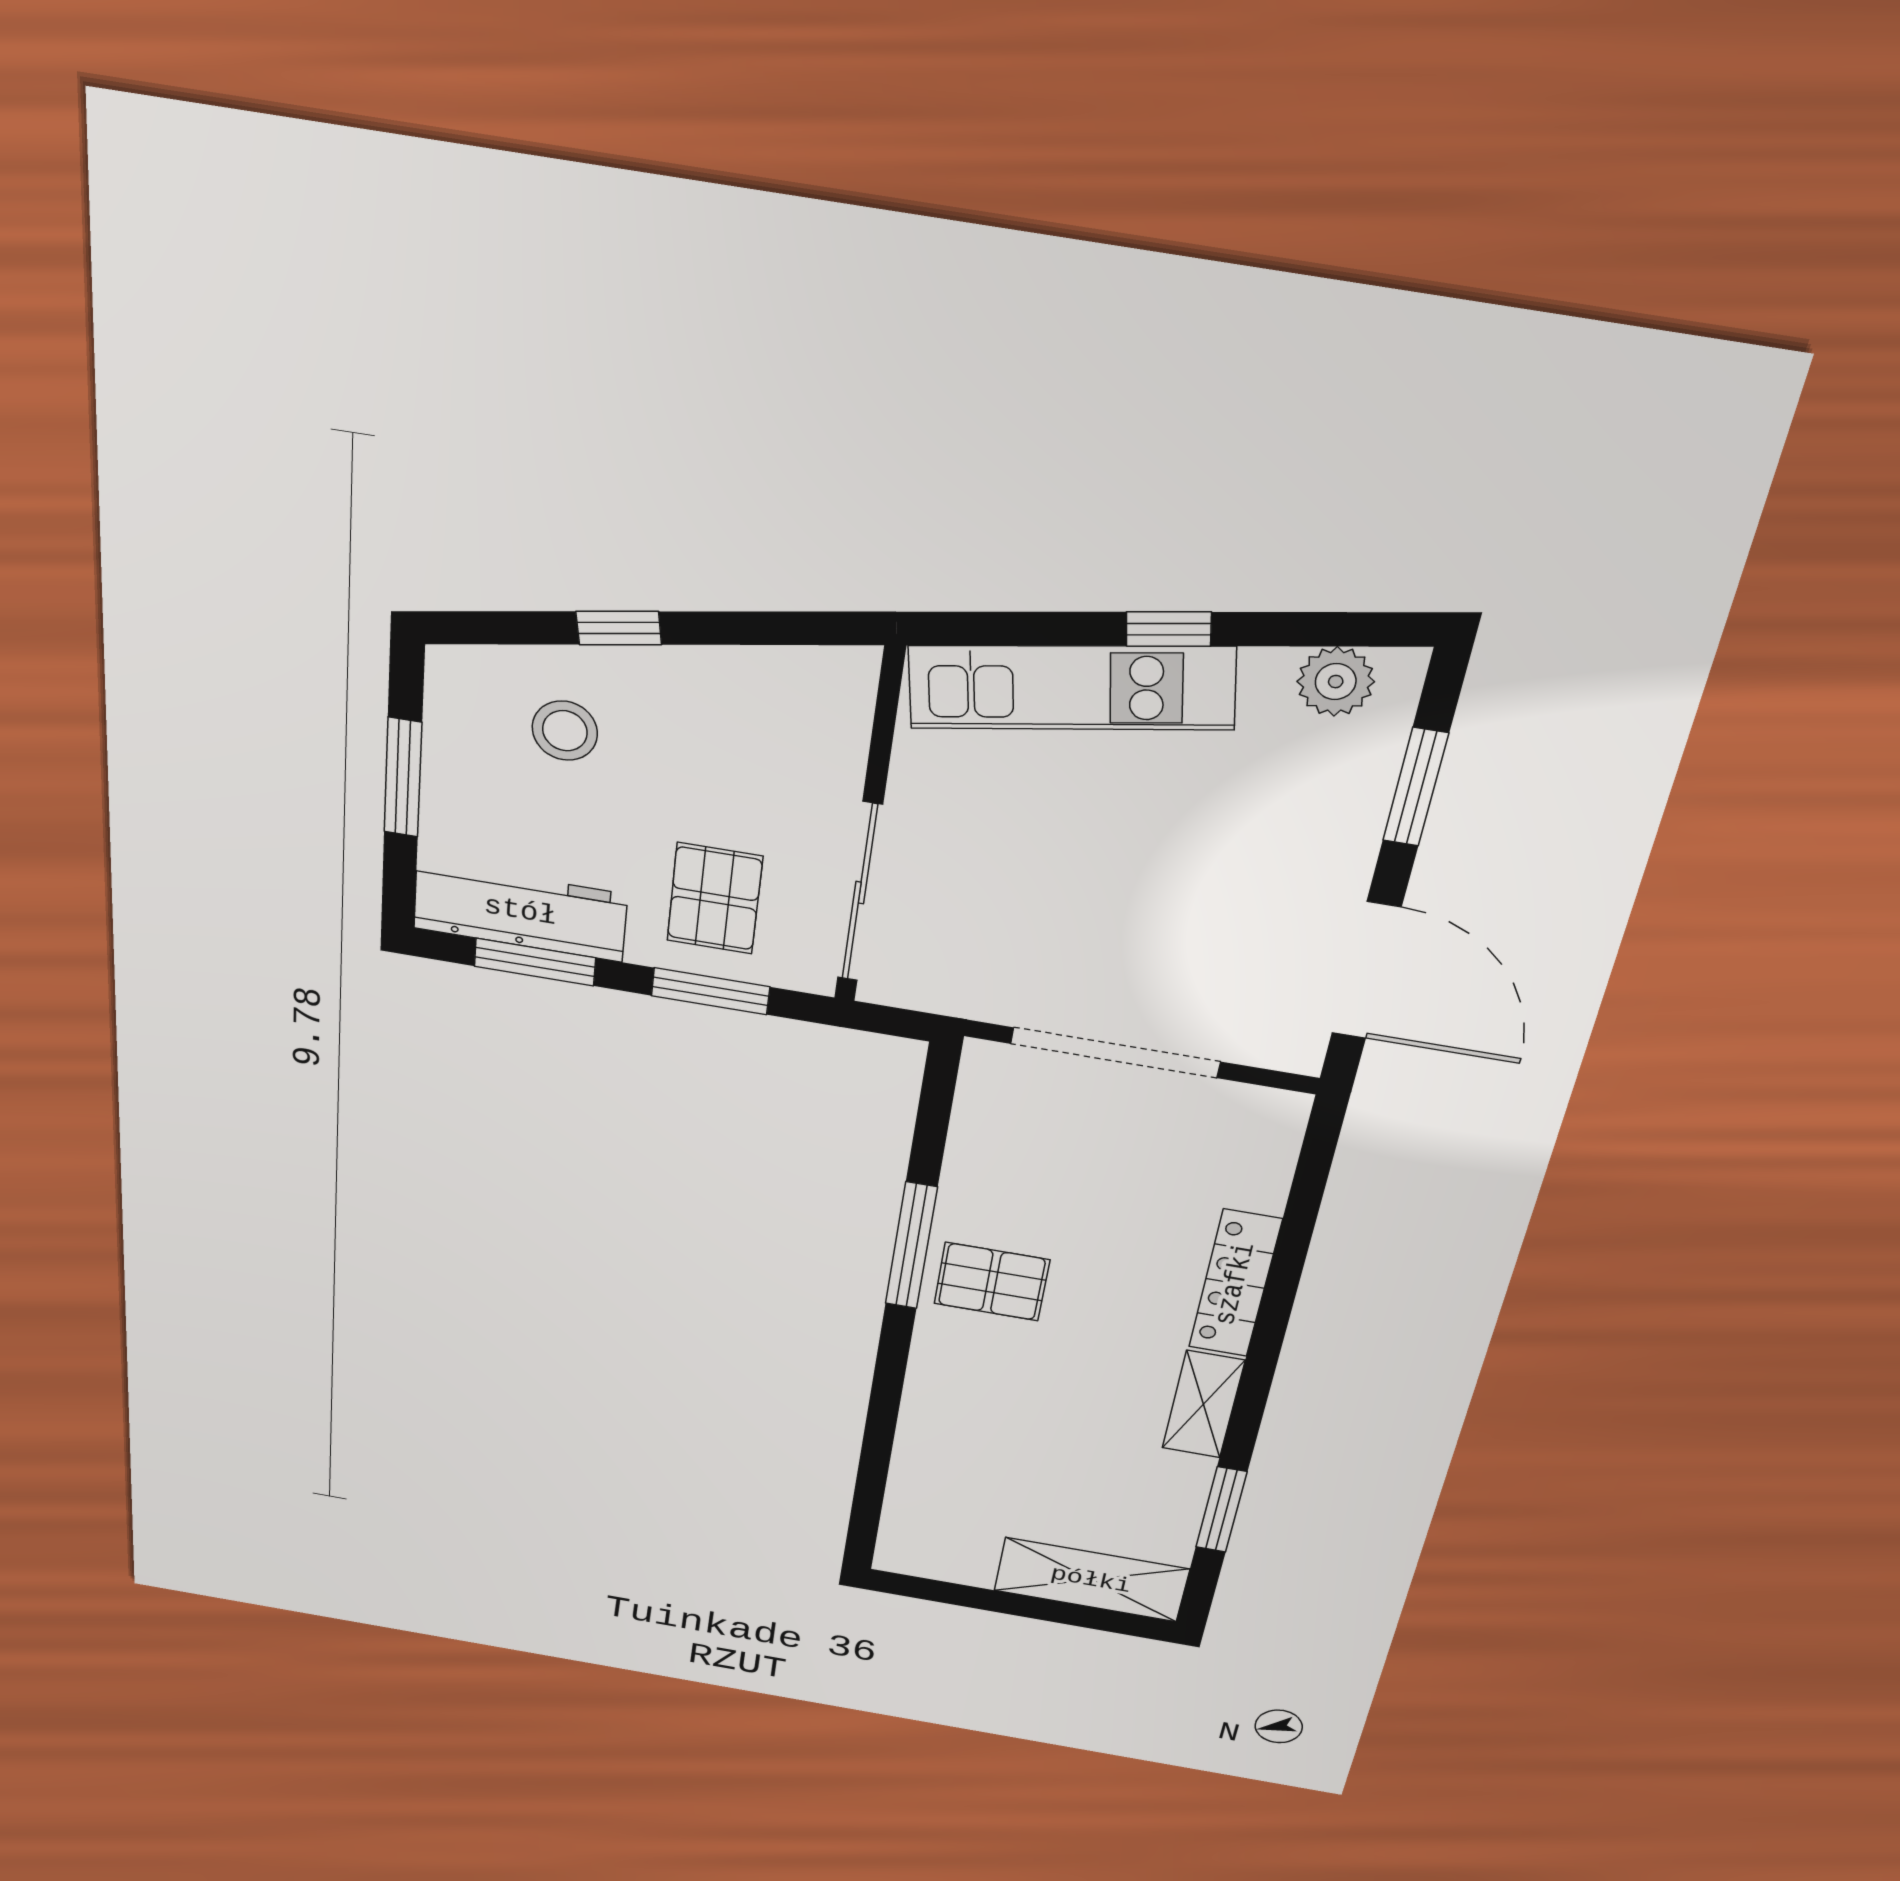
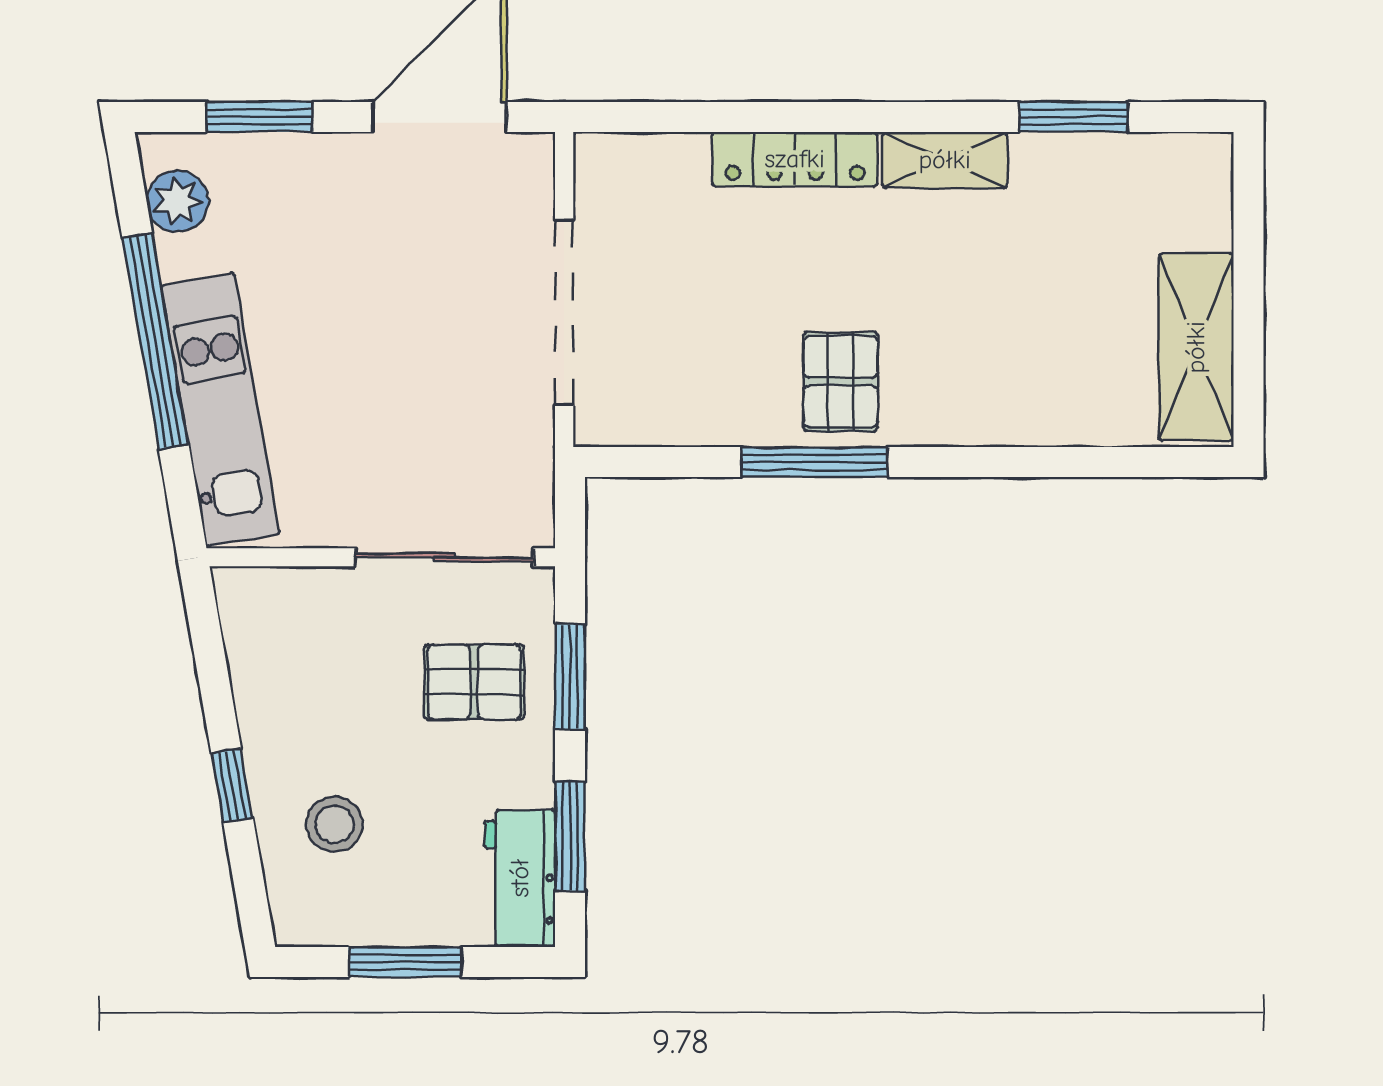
window: (1169, 629) -> (155, 341), width x3.17
workbench: (520, 911) -> (520, 878), width x0.73
shelving: (1091, 1580) -> (1196, 347), moved

